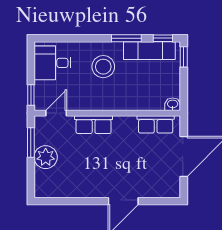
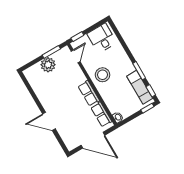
stool: (103, 67) -> (103, 75), moved
door: (56, 113) -> (76, 56), hinge flipped
row of seats: (94, 125) -> (89, 93), moved

